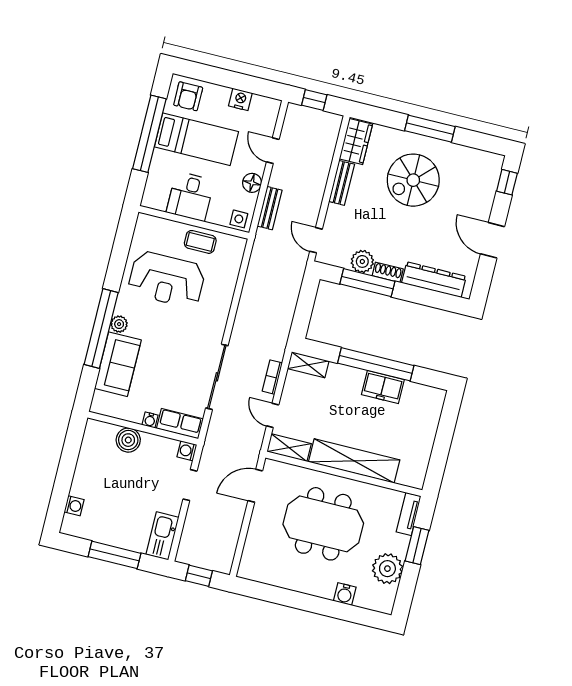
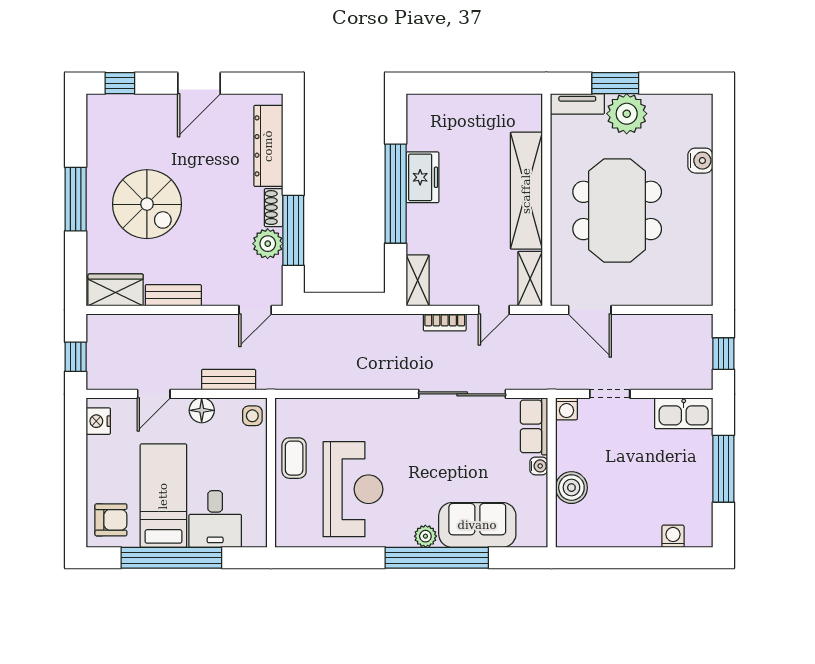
nightstand: (240, 99) -> (98, 421), moved
desk: (190, 196) -> (215, 519), moved, turned 90
plant: (387, 569) -> (627, 114), moved

